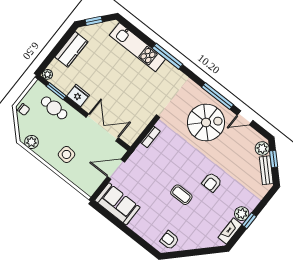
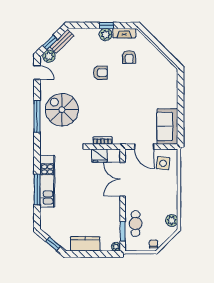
kitchen unit: (137, 47) -> (47, 181), moved
window: (167, 56) -> (37, 189), moved
fridge: (78, 96) -> (99, 156), moved, turned -90
door: (245, 118) -> (37, 73), moved
side table: (66, 154) -> (163, 163), moved
coffee table: (181, 195) -> (126, 87), removed
armchair: (170, 240) -> (129, 57), moved

